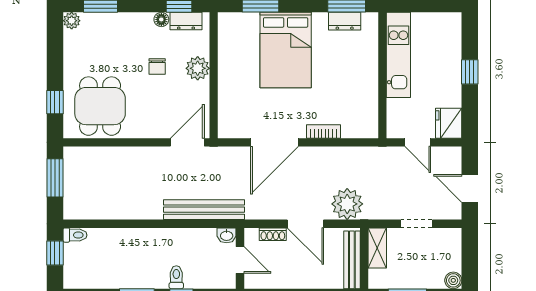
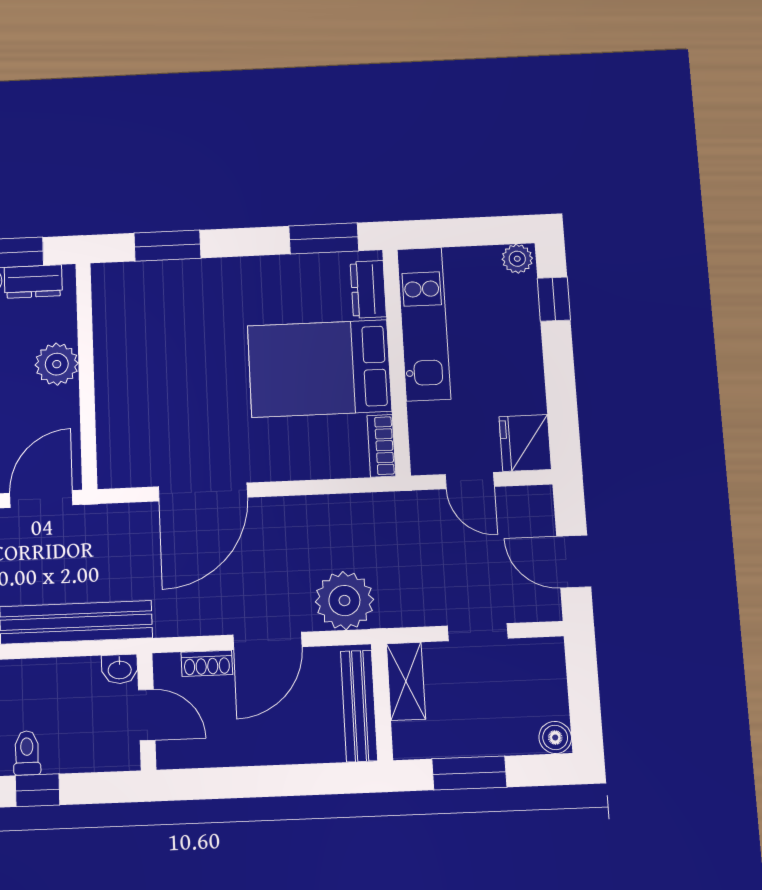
dresser: (345, 21) -> (368, 289), moved, turned 90
plant: (452, 21) -> (517, 259), added
bed: (286, 50) -> (319, 368), moved, turned 90
window: (470, 72) -> (554, 299), moved
bookcase: (323, 132) -> (381, 446), moved, turned -90
door: (305, 224) -> (268, 641), hinge flipped

